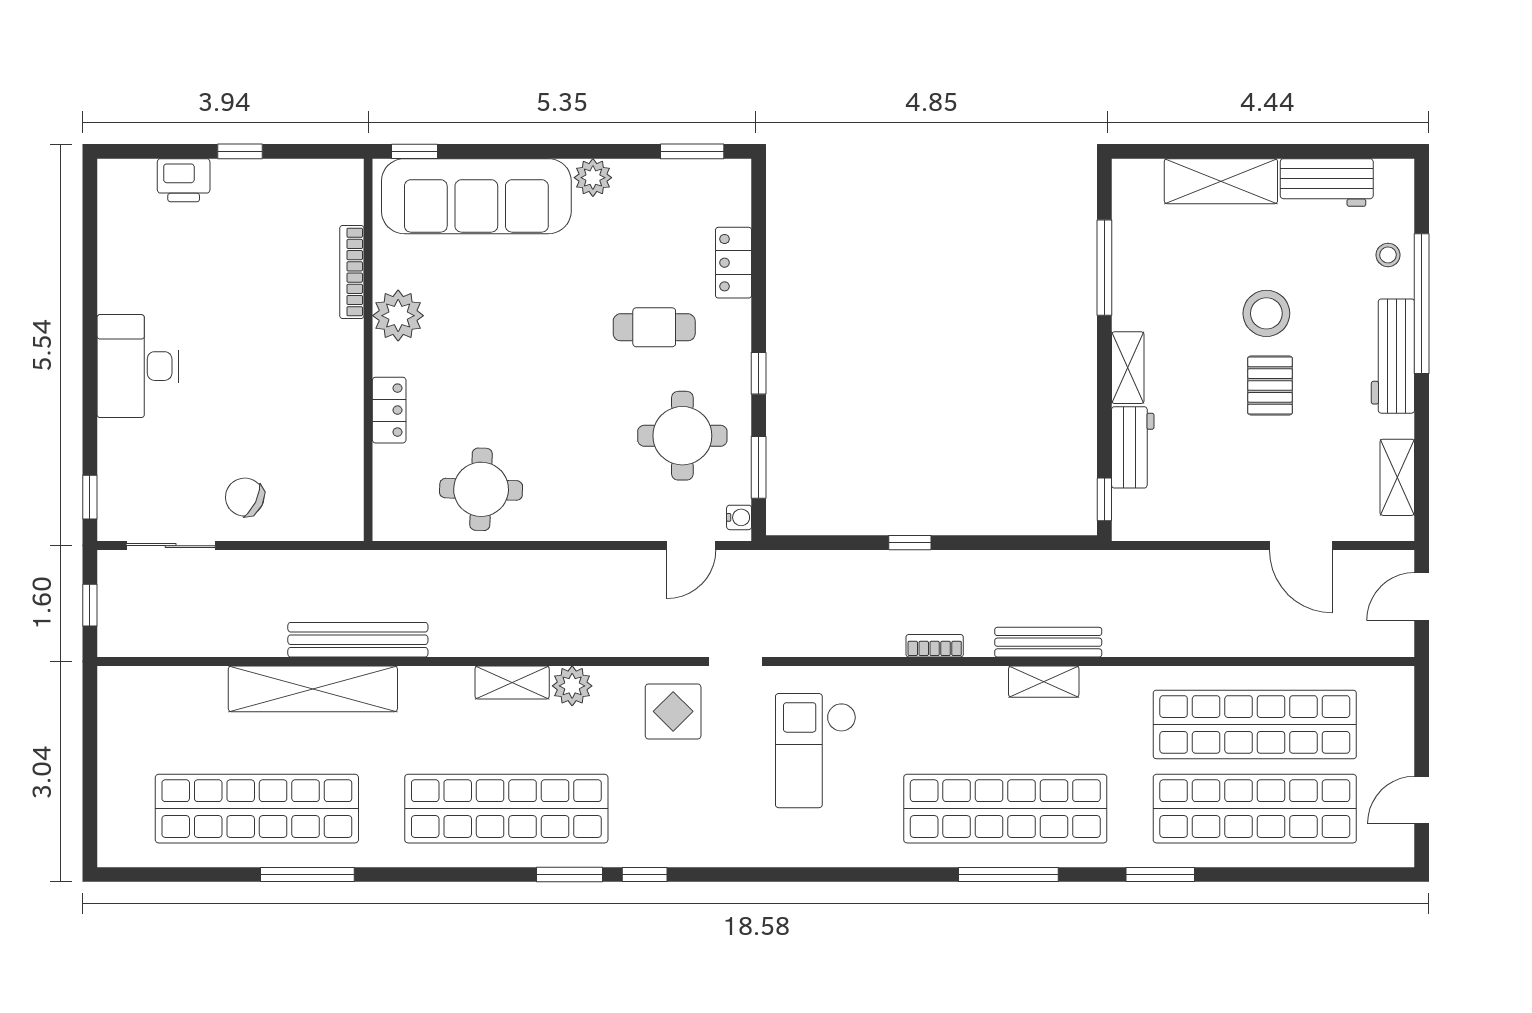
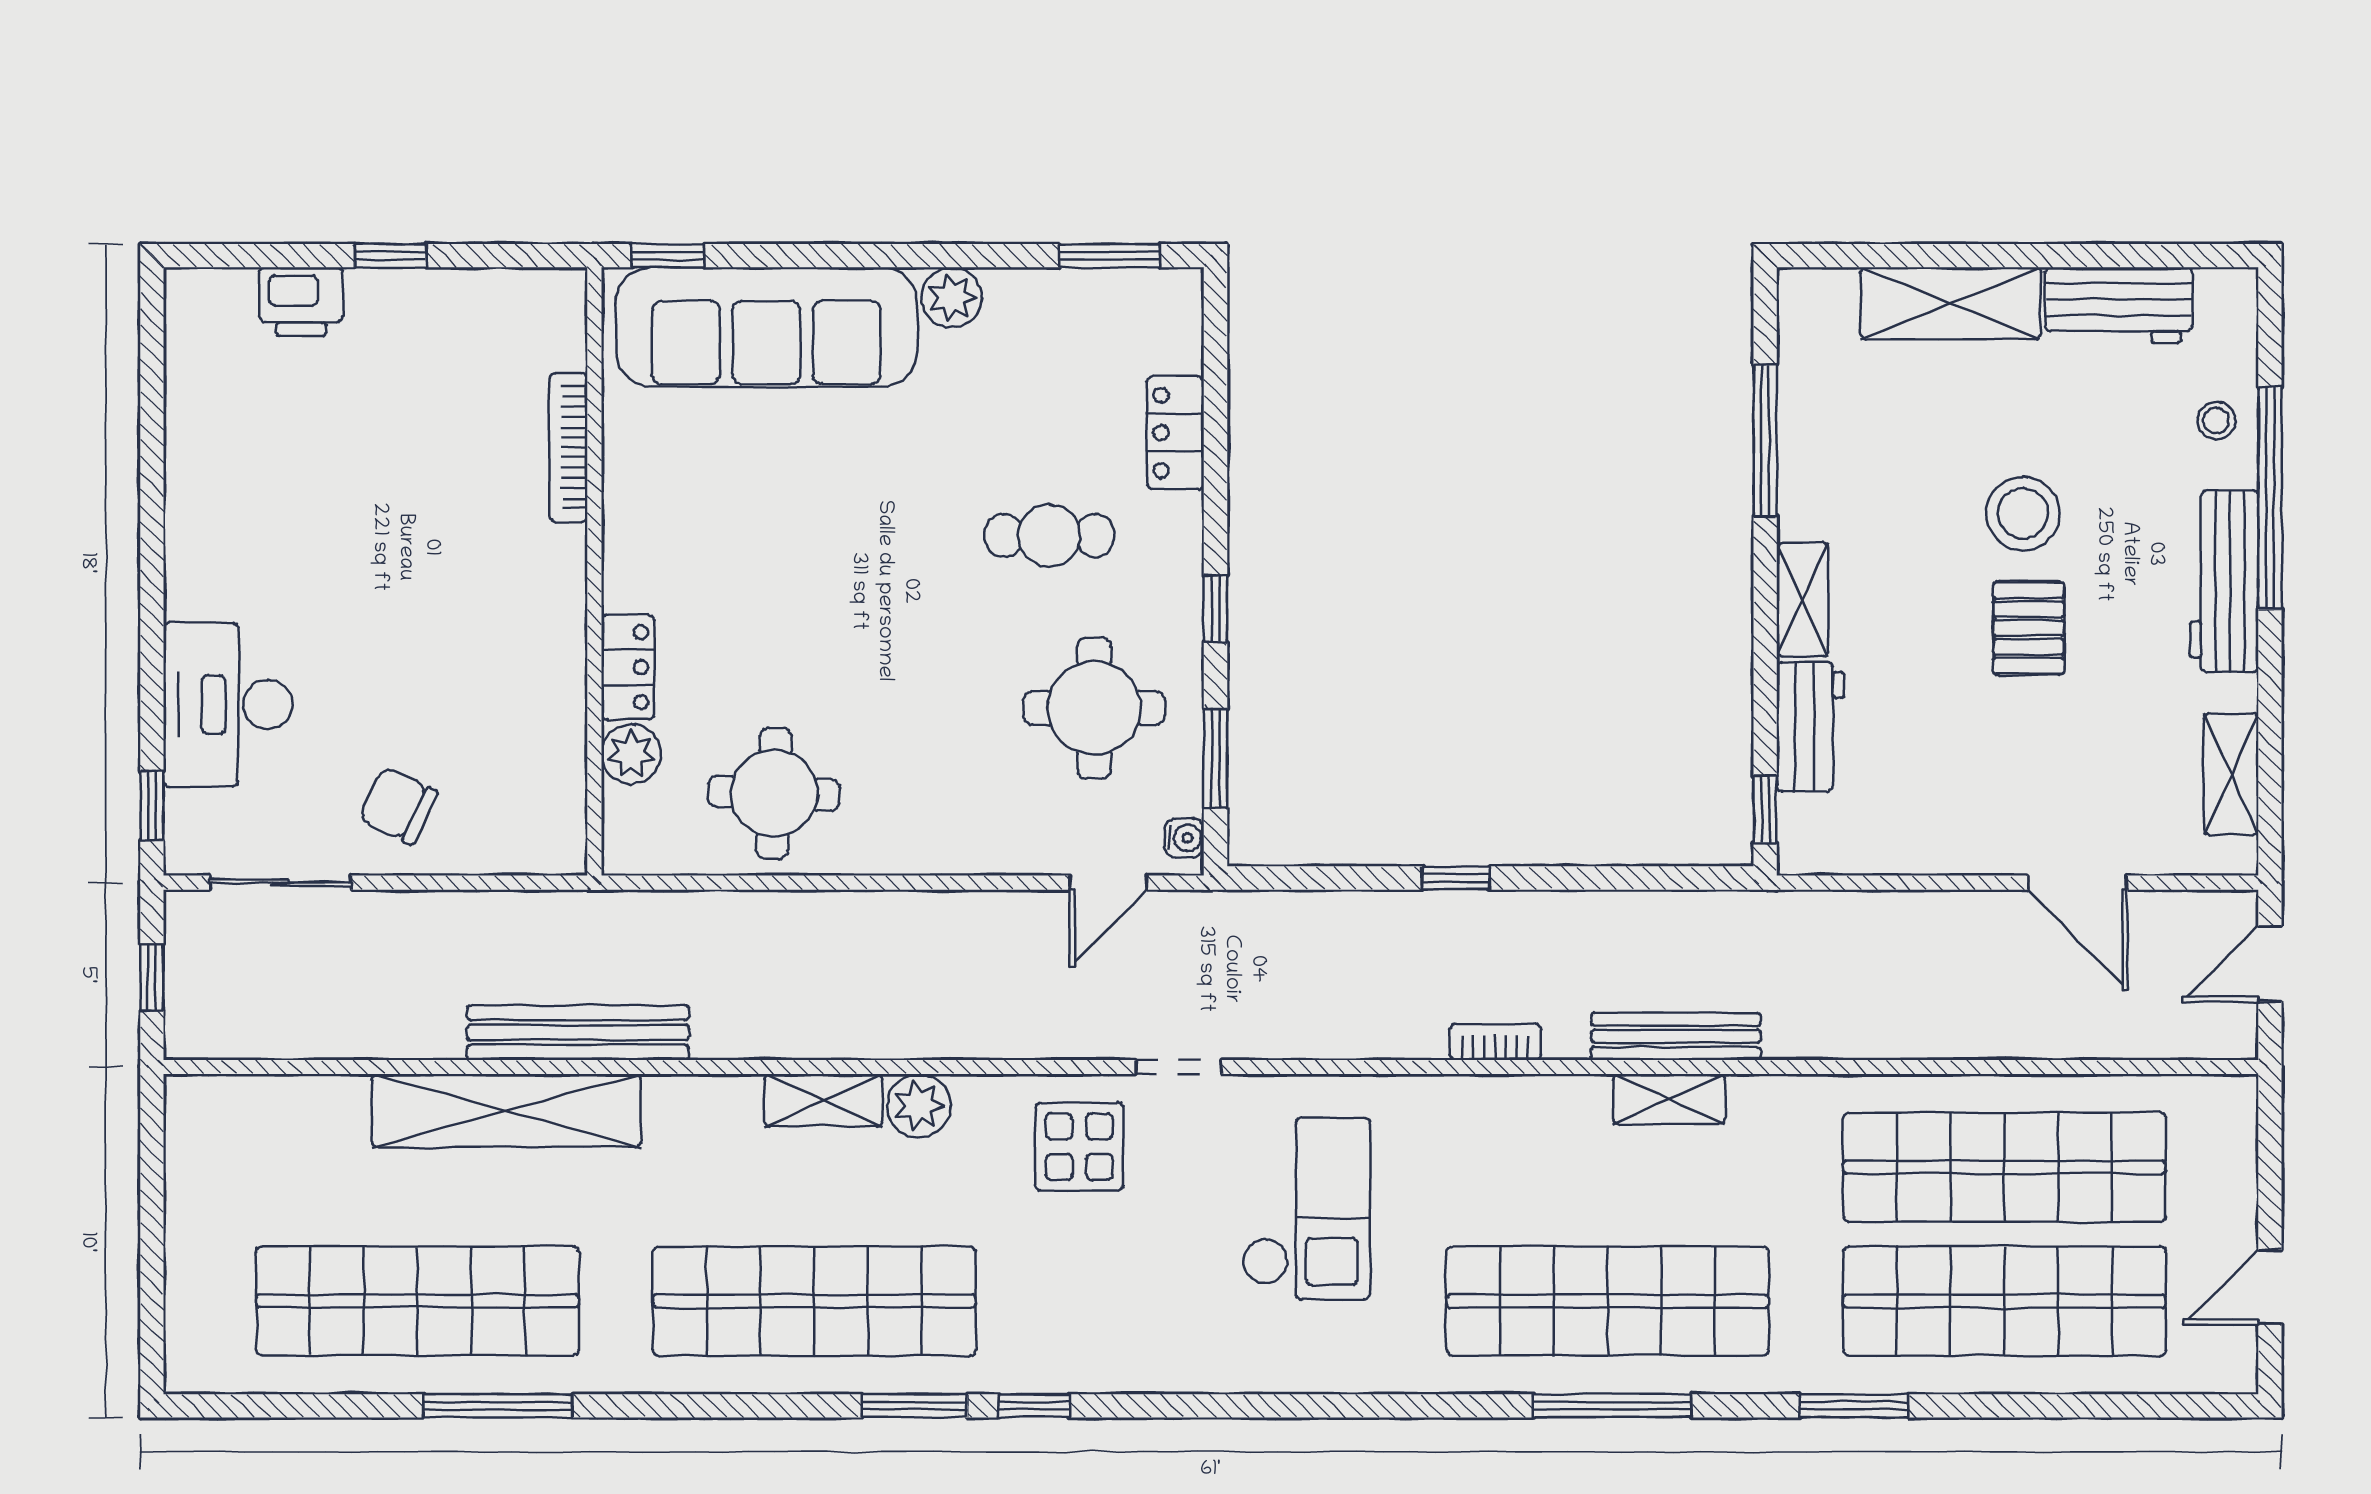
plant: (398, 316) -> (631, 754), moved, width x0.73, depth x0.73
desk: (138, 366) -> (228, 705), moved
checkout: (816, 751) -> (1306, 1209), turned 180

